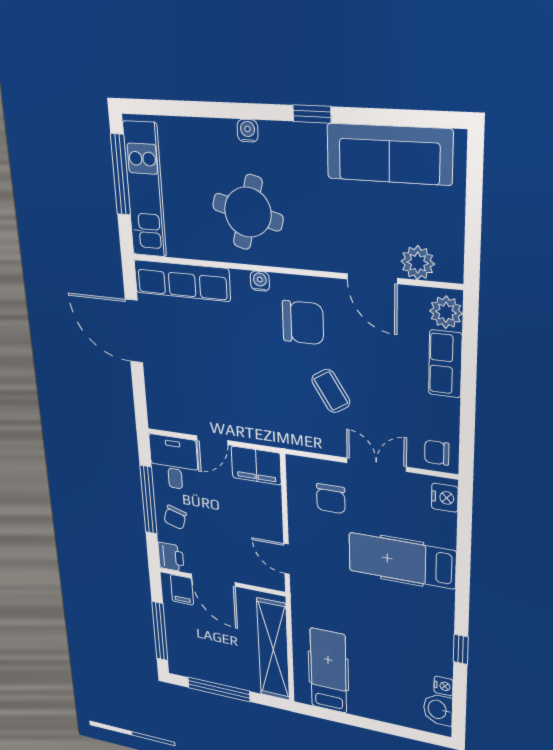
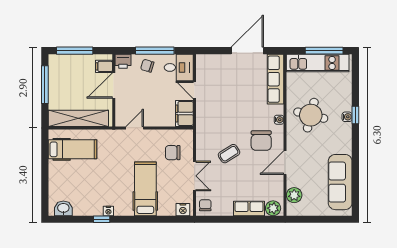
window: (312, 114) -> (355, 115), moved
door: (372, 279) -> (285, 163), moved
nightstand: (444, 686) -> (108, 211), moved

